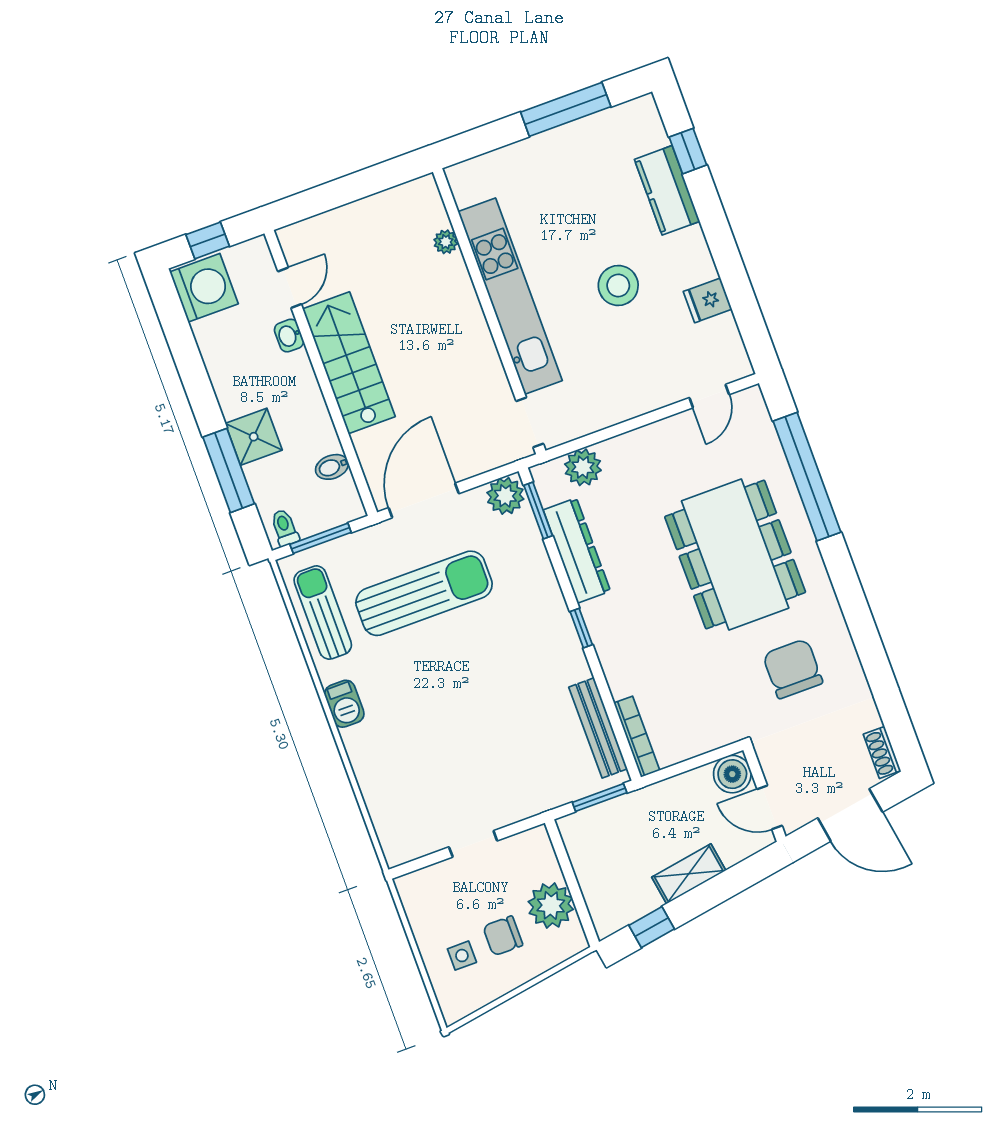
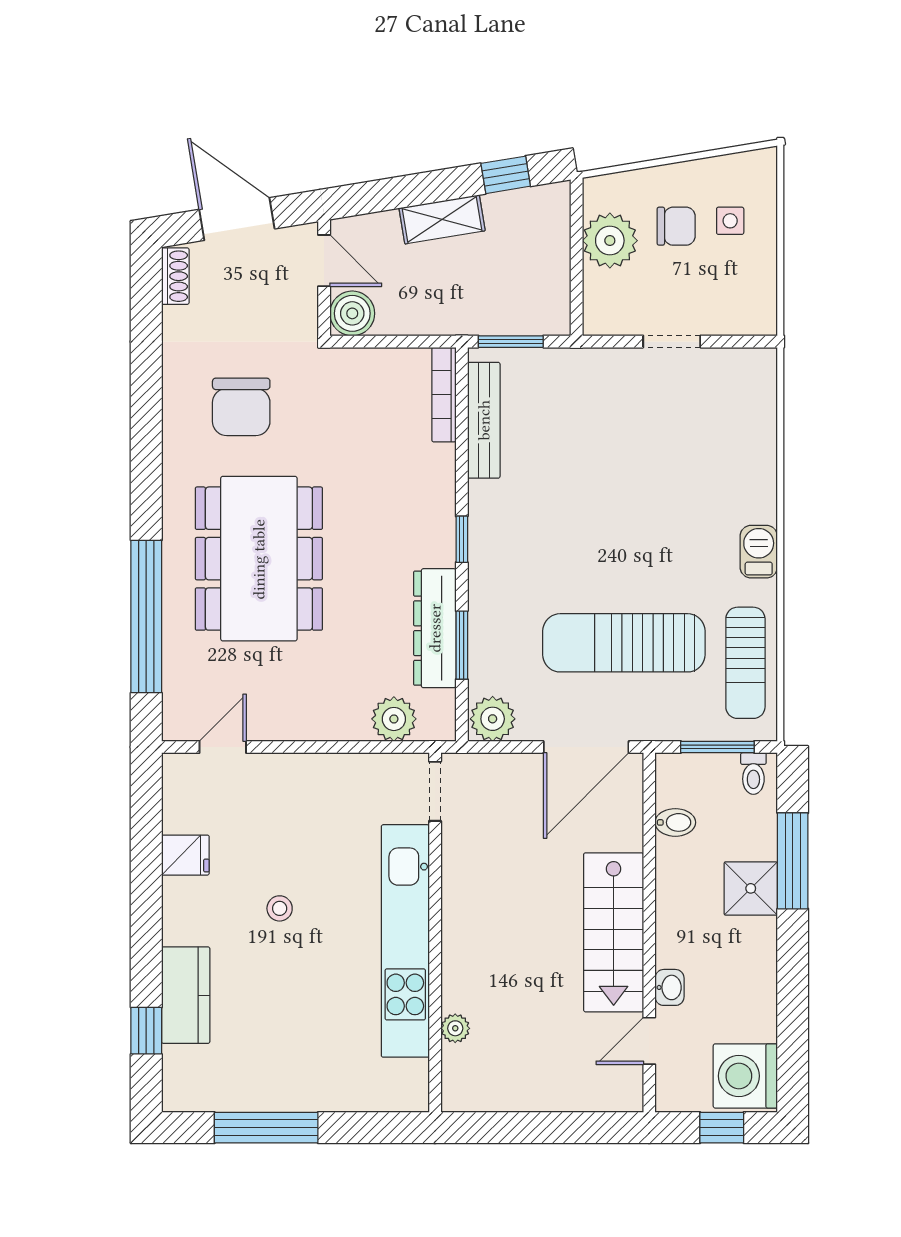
stool: (618, 286) -> (280, 908), width x0.53, depth x0.53
window: (538, 511) -> (462, 645), moved

